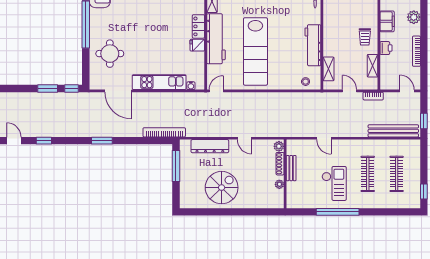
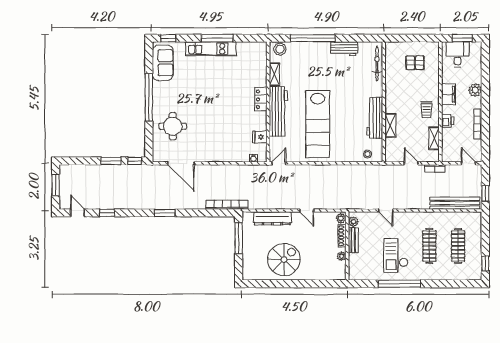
fridge: (197, 45) -> (260, 137), moved
shelving: (328, 69) -> (390, 125), moved
kitchen unit: (159, 82) -> (222, 155), removed
plant: (291, 149) -> (353, 222), added
checkout: (334, 183) -> (396, 255), turned 180

